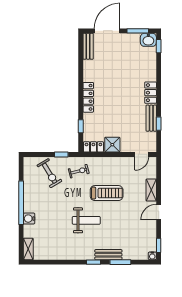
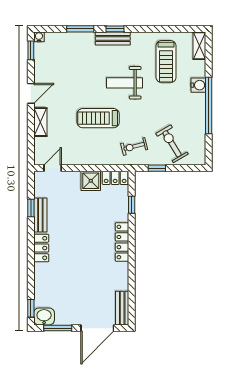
treadmill: (54, 237) -> (166, 62), added
bench: (108, 255) -> (113, 38), moved

